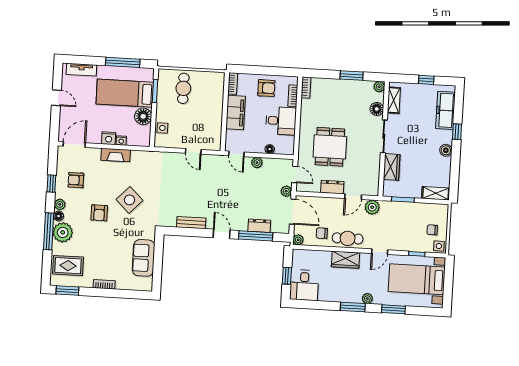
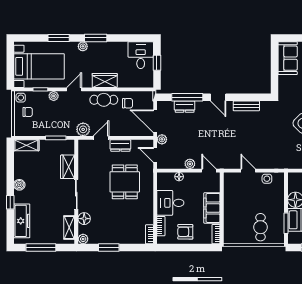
window: (426, 80) -> (41, 248), width x2.17
side table: (162, 128) -> (267, 179), moved
plant: (298, 240) -> (54, 96), moved
sofa: (144, 258) -> (288, 58), moved

